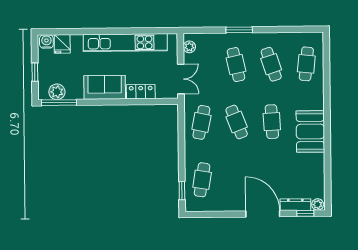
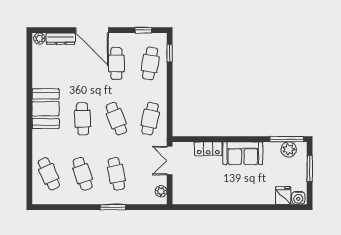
kitchen unit: (125, 43) -> (223, 196), removed
cafe table: (306, 64) -> (49, 174), turned -30
window: (35, 72) -> (310, 169), width x1.50
cafe table: (237, 179) -> (116, 63), added
window: (305, 213) -> (143, 30), moved

